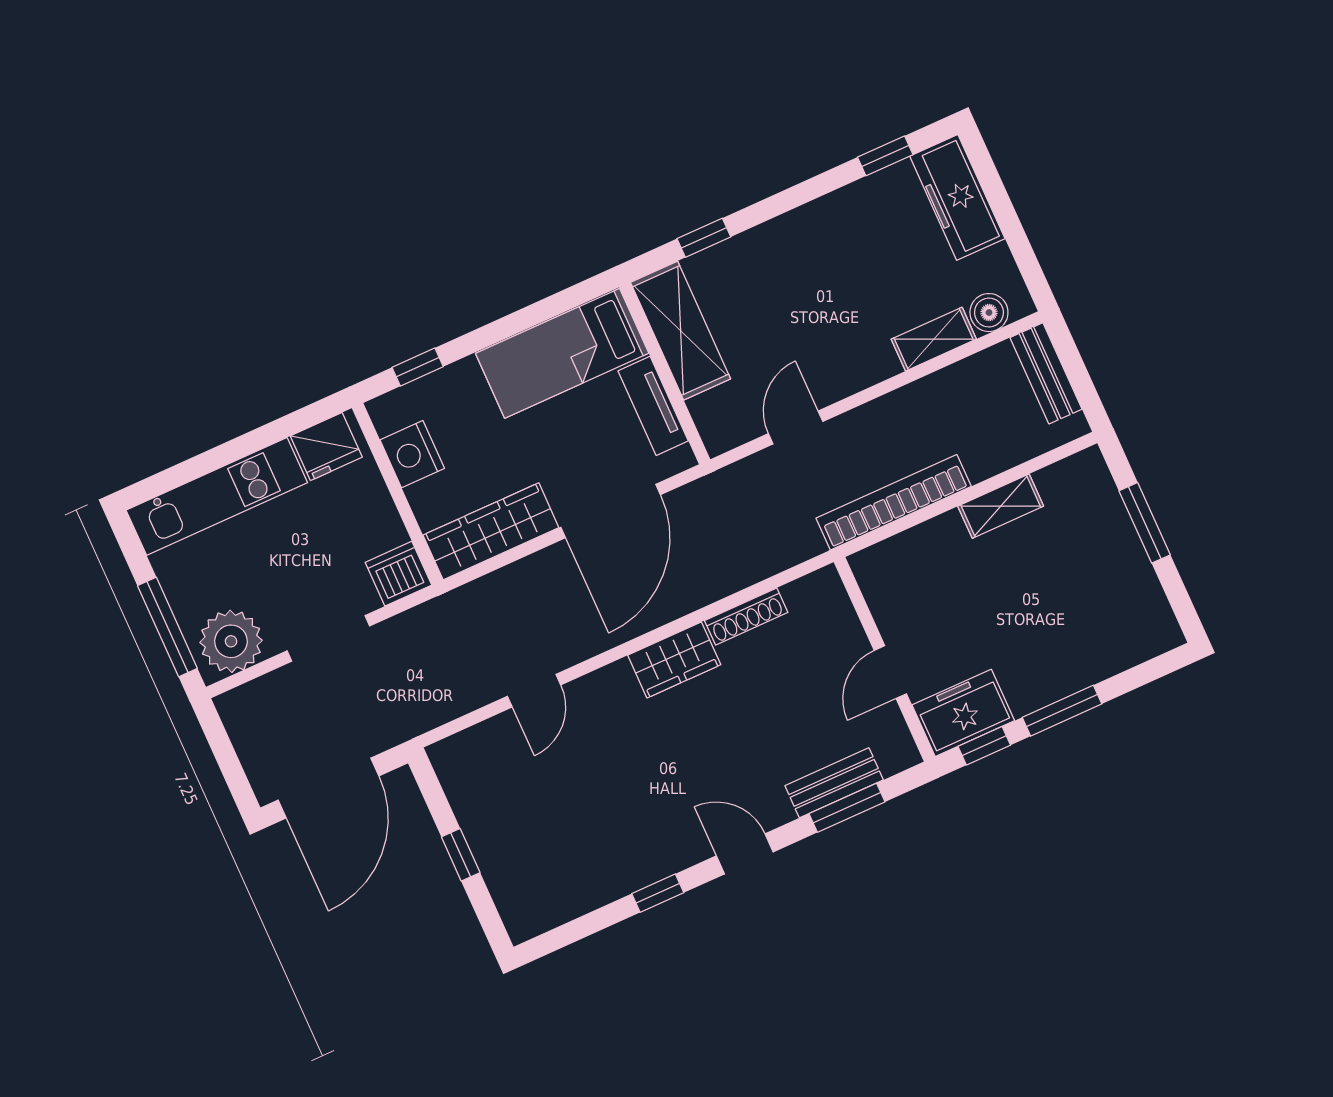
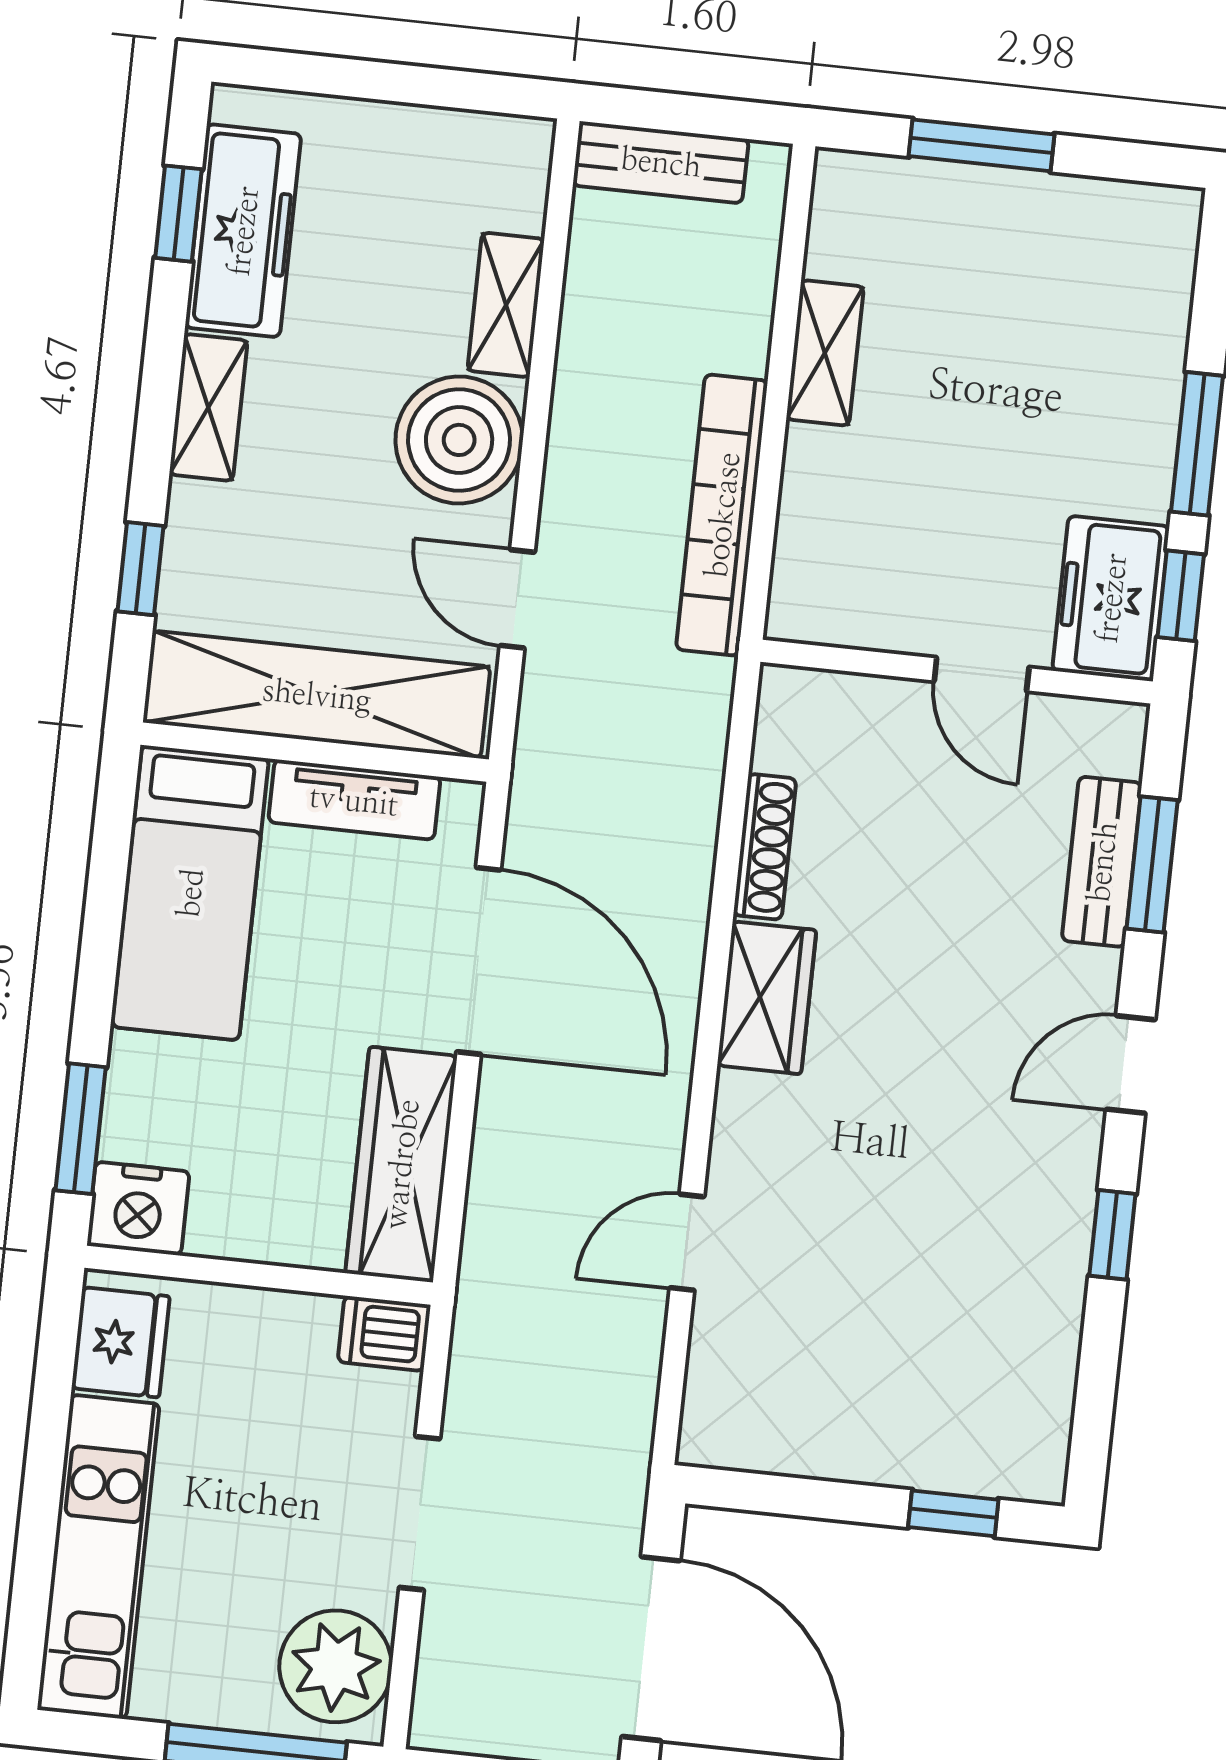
freezer: (957, 197) -> (243, 231), moved, turned -90
shelving: (801, 225) -> (208, 407), added
boiler: (989, 313) -> (459, 440), moved, width x1.86, depth x1.86
shelving: (681, 331) -> (317, 695), width x1.47
window: (418, 367) -> (81, 1129), width x1.50
nightstand: (412, 454) -> (138, 1208), moved
dishwasher: (398, 574) -> (384, 1333), width x0.73
door: (534, 691) -> (687, 1242), swing flipped
window: (461, 855) -> (953, 1513), moved

